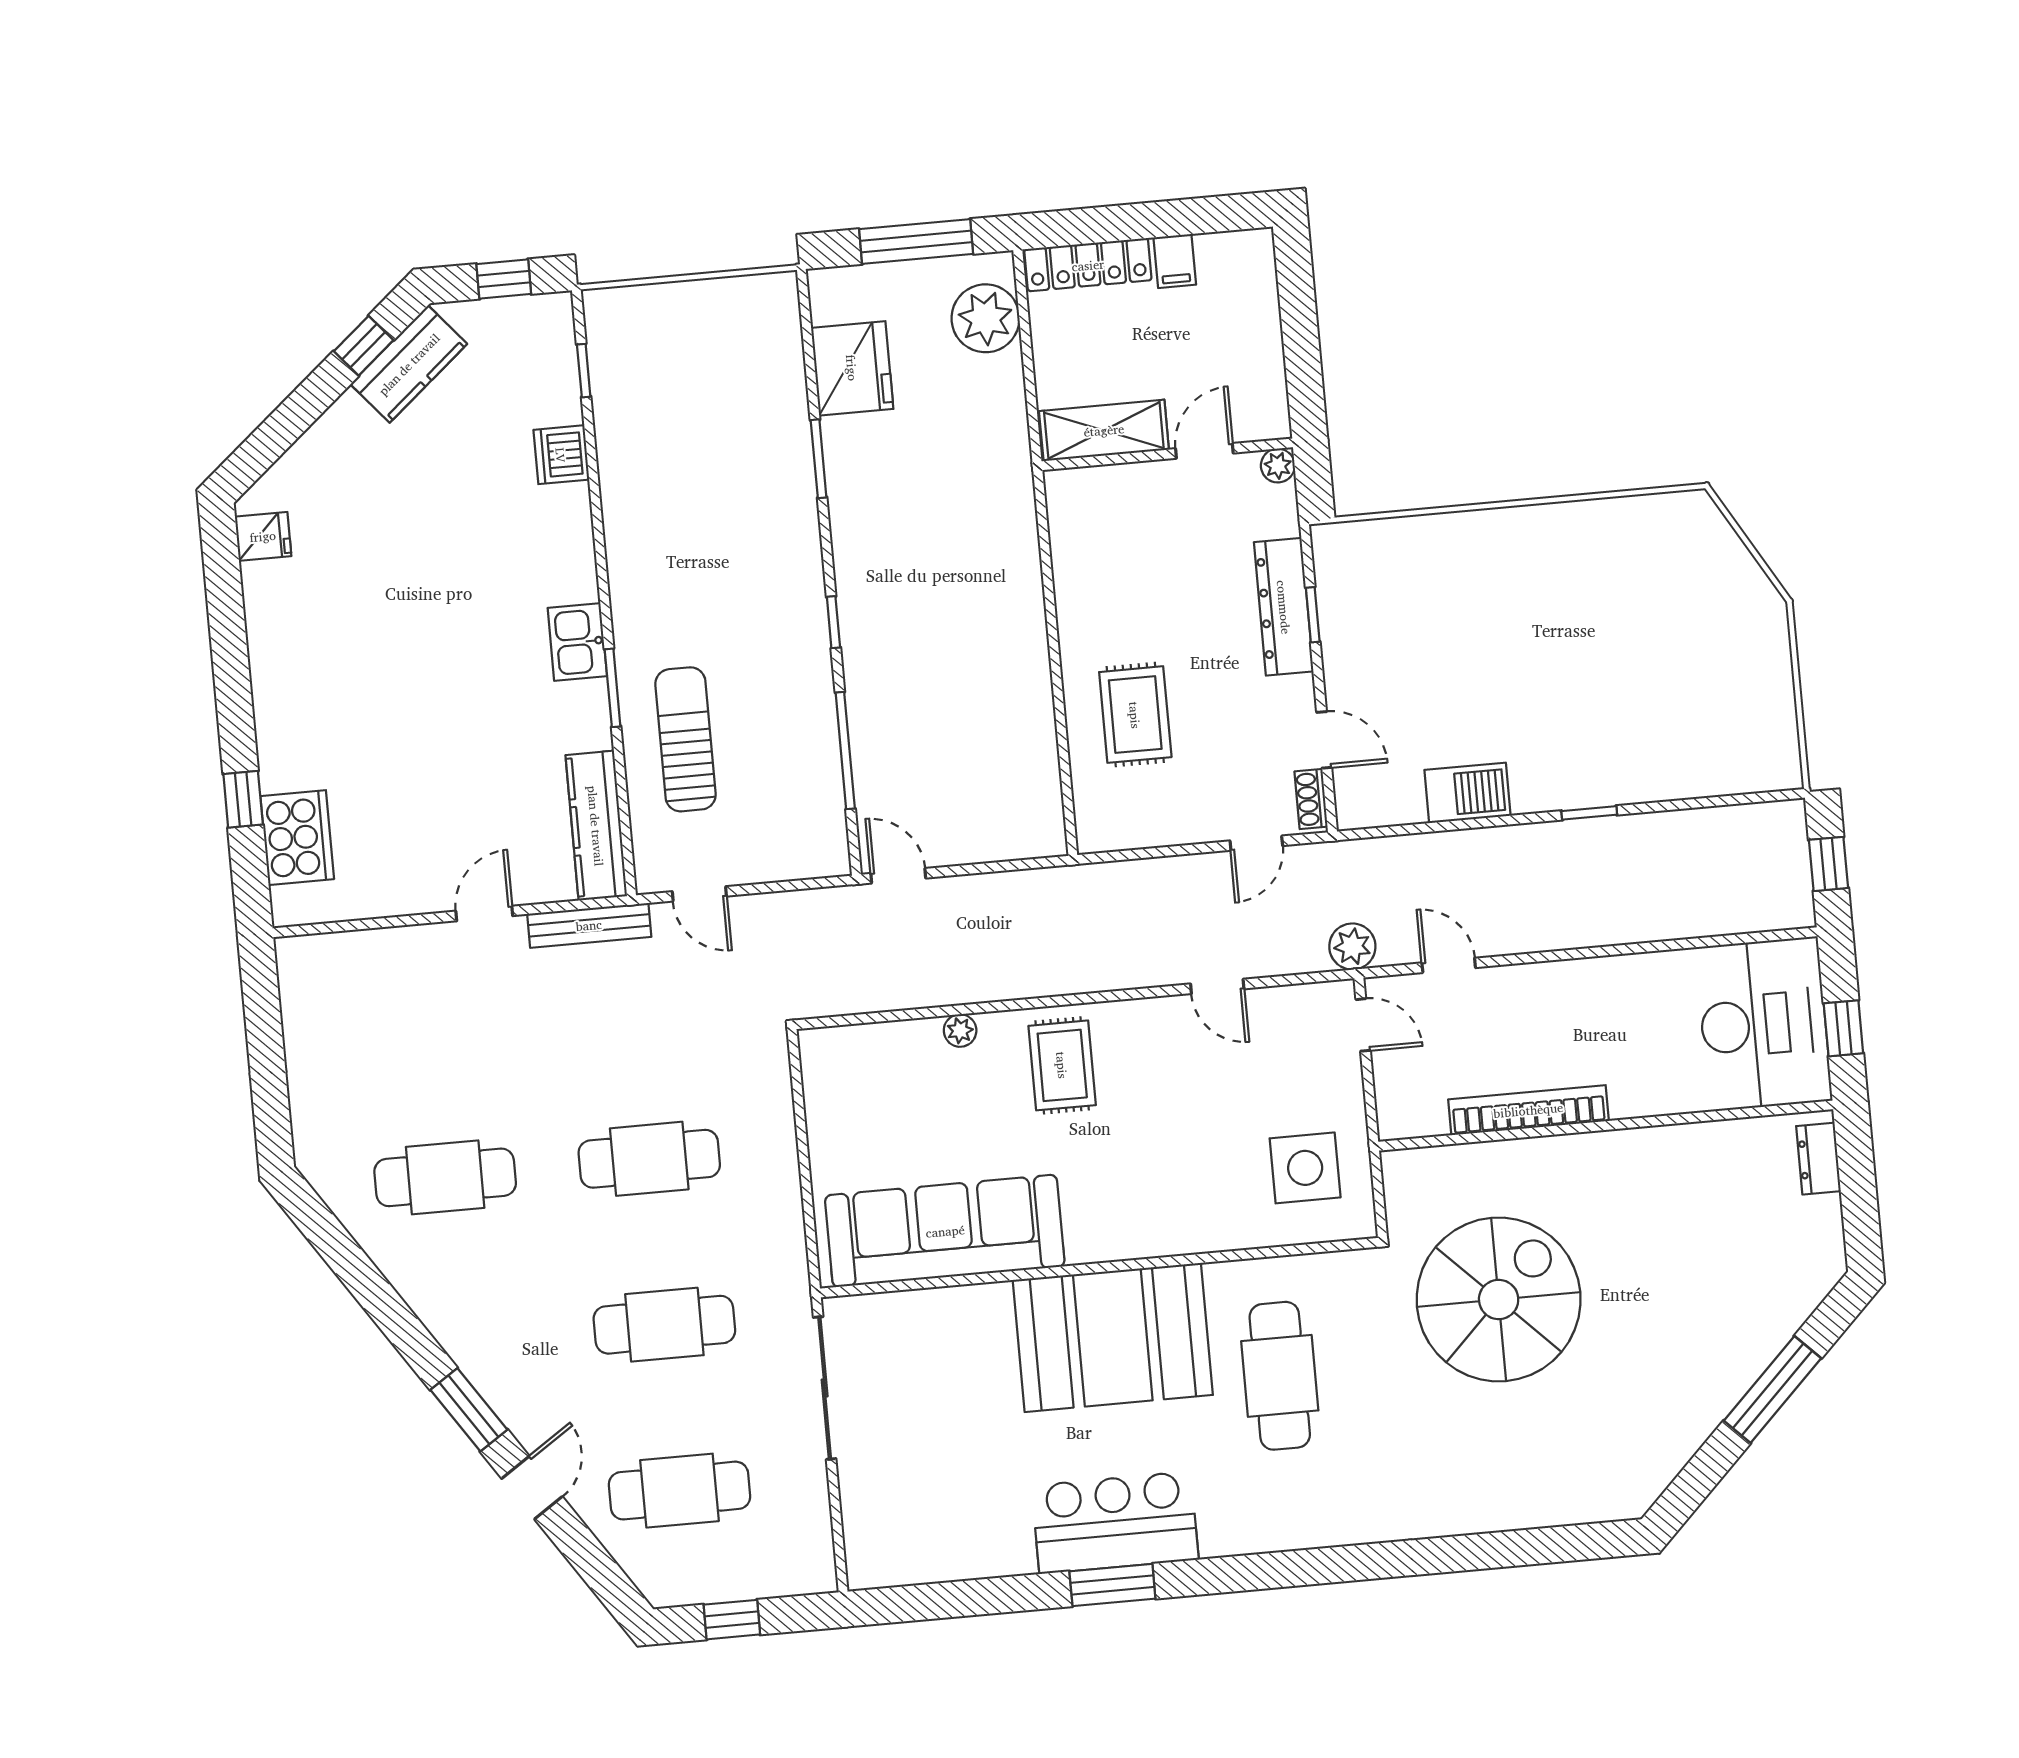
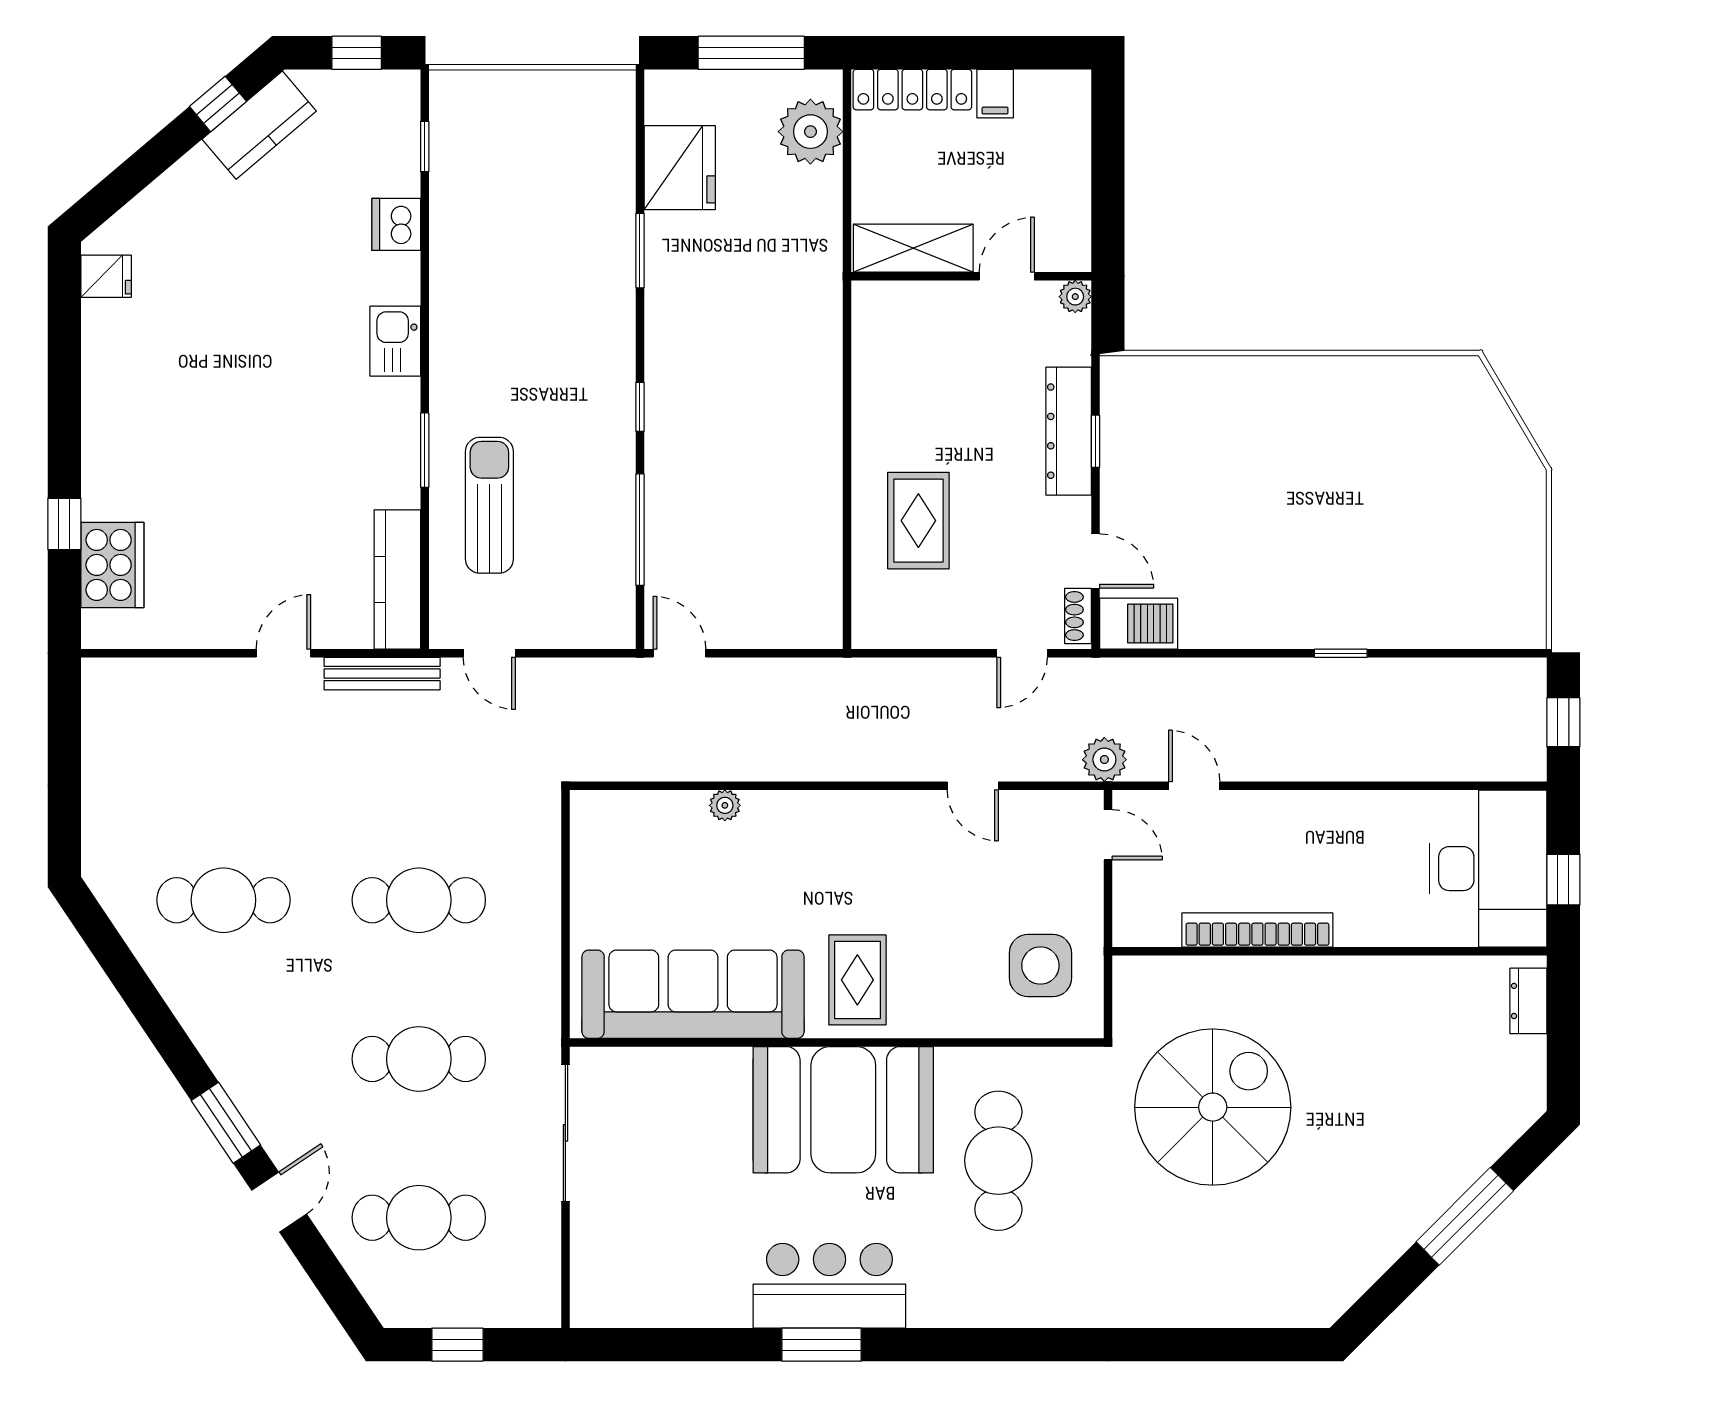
kitchen sink: (577, 642) -> (395, 341), moved
barbecue: (1467, 793) -> (1139, 624), moved
rug: (1062, 1065) -> (857, 980), moved

